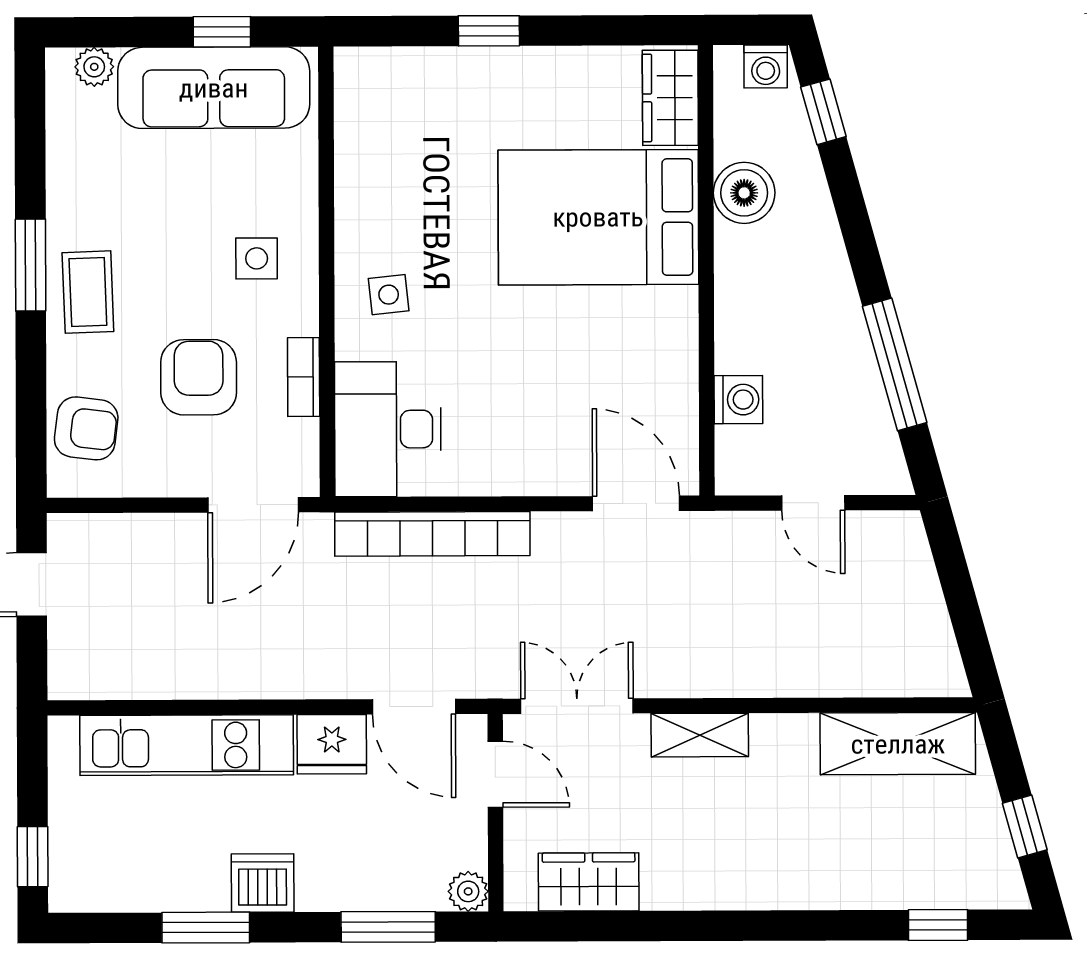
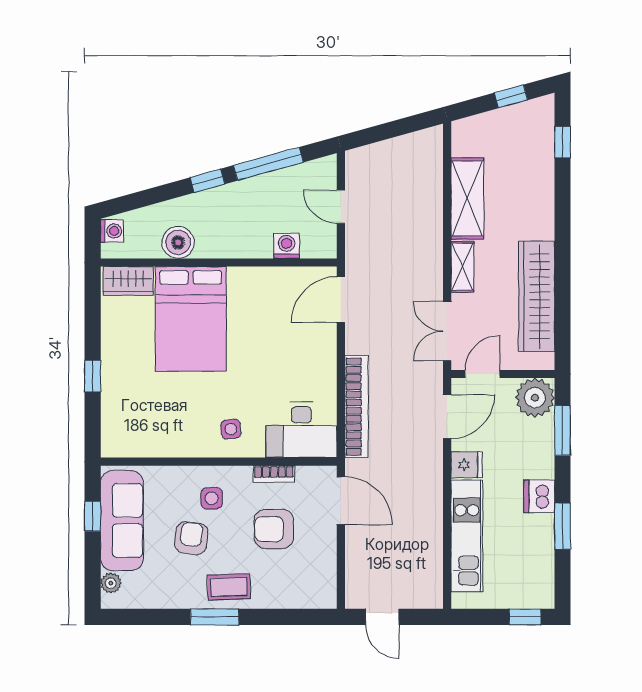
window: (823, 112) -> (207, 181), moved
armchair: (86, 428) -> (191, 538), moved
door: (813, 503) -> (341, 207), swing flipped
fridge: (332, 744) -> (467, 465), width x0.72
shelving: (898, 744) -> (467, 198), moved
wardrobe: (589, 882) -> (537, 296), width x2.10, depth x1.17
plant: (468, 891) -> (535, 398), width x1.88, depth x1.88

